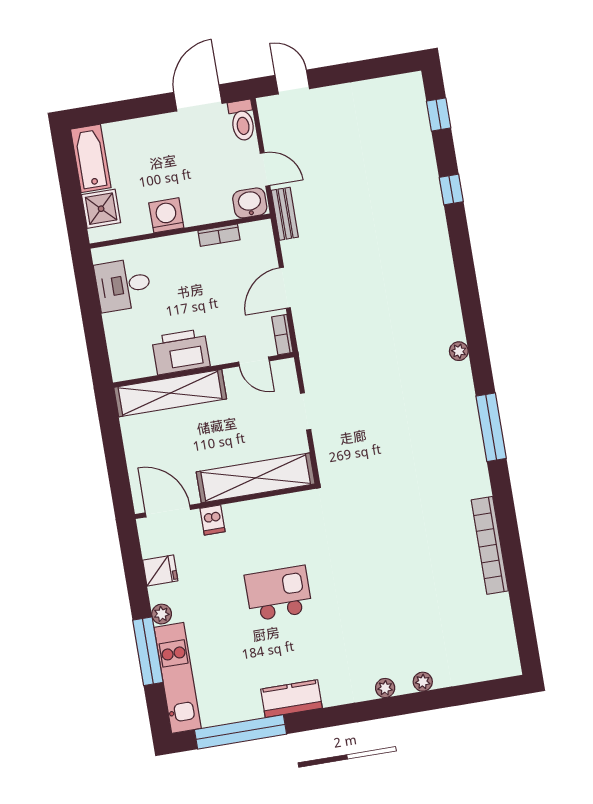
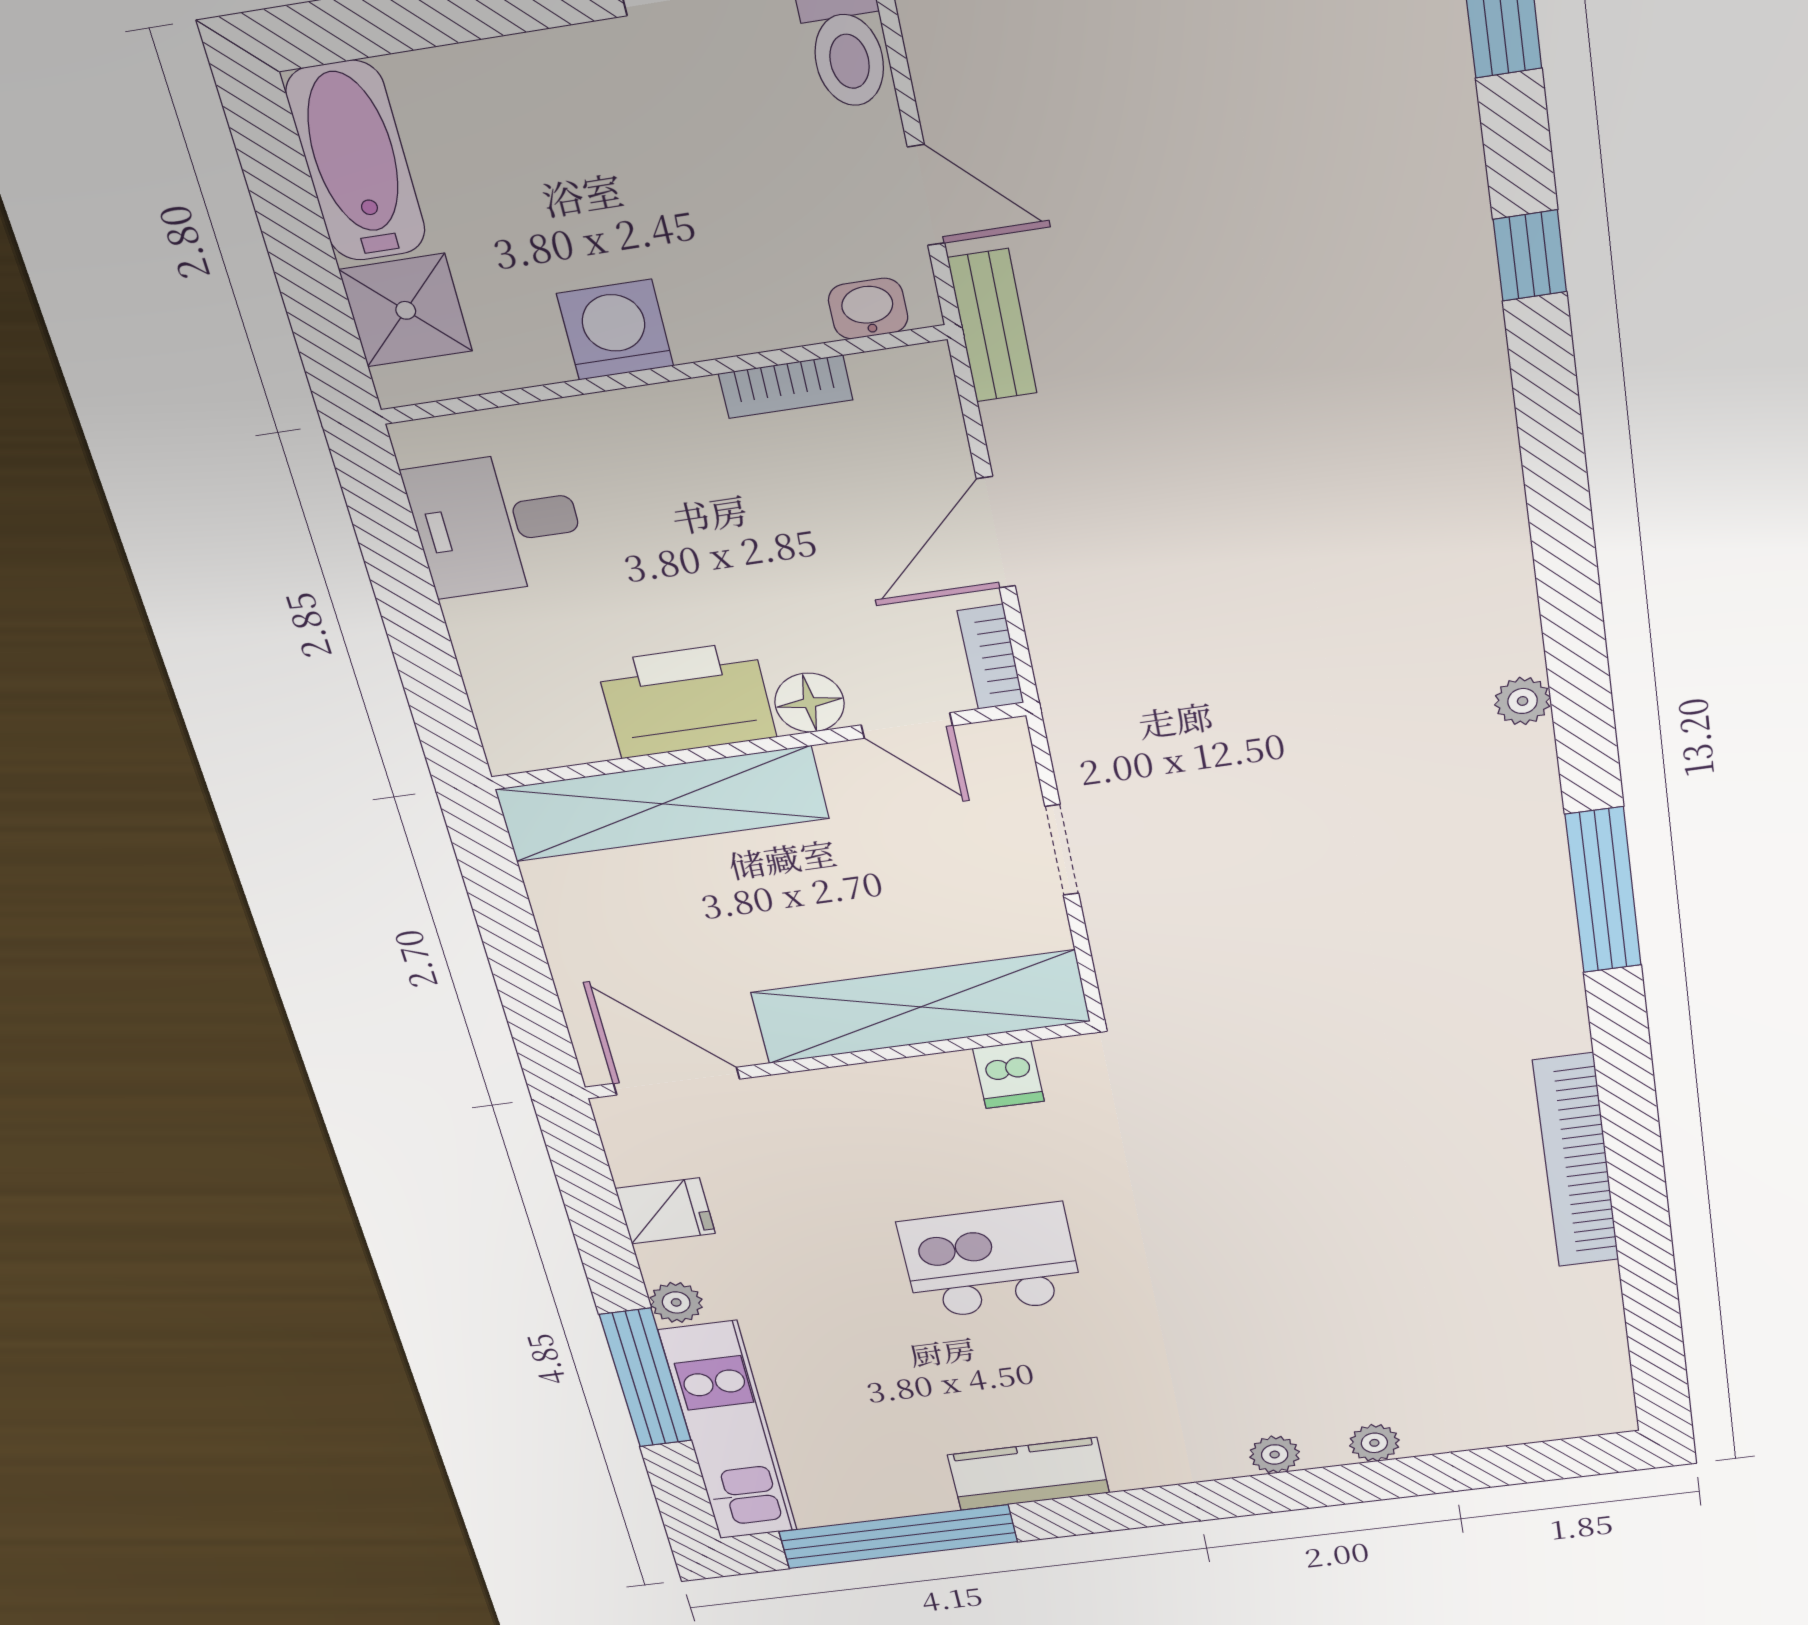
washbasin: (250, 203) -> (868, 309), width x0.72, depth x0.69
floor lamp: (222, 353) -> (810, 703), added
dishwasher: (212, 520) -> (1008, 1075), moved

